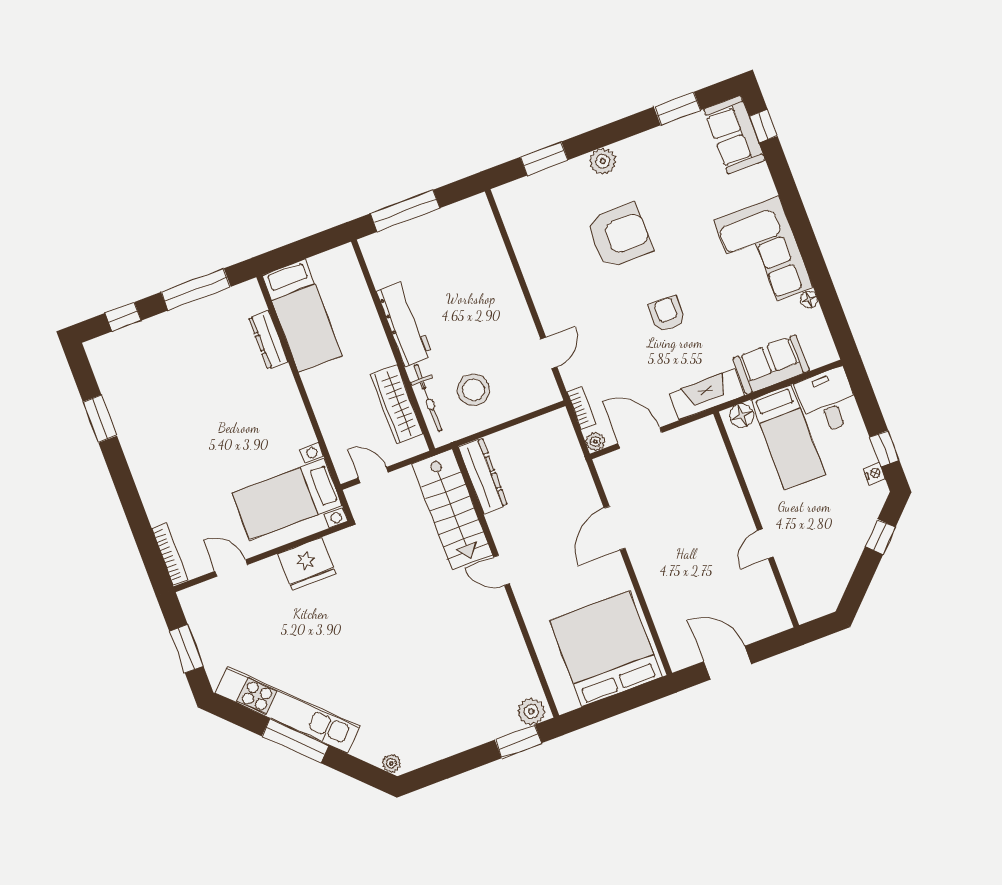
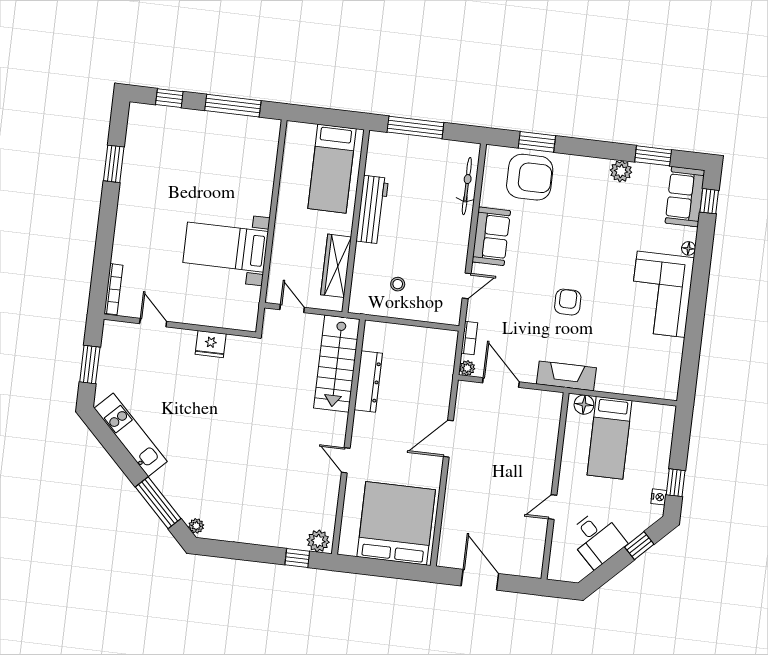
plant: (603, 161) -> (621, 171), moved
armchair: (619, 236) -> (530, 177), moved
floor lamp: (809, 299) -> (689, 248), moved
bed: (302, 315) -> (332, 169), moved
dresser: (268, 340) -> (267, 170), removed
sofa: (771, 365) -> (491, 236), moved, turned 90
stool: (473, 390) -> (398, 284), width x0.53, depth x0.53
bicycle: (428, 398) -> (467, 186), moved, turned 180
desk: (828, 401) -> (597, 539), moved, turned 135
dresser: (483, 476) -> (368, 381), moved
bed with nightstands: (287, 499) -> (226, 247), moved
fridge: (307, 564) -> (211, 344), width x0.73, depth x0.75
door: (501, 570) -> (346, 460), moved
kitchen unit: (287, 710) -> (131, 435), width x0.73
window: (295, 741) -> (158, 503), moved
window: (518, 741) -> (297, 558), width x0.67

